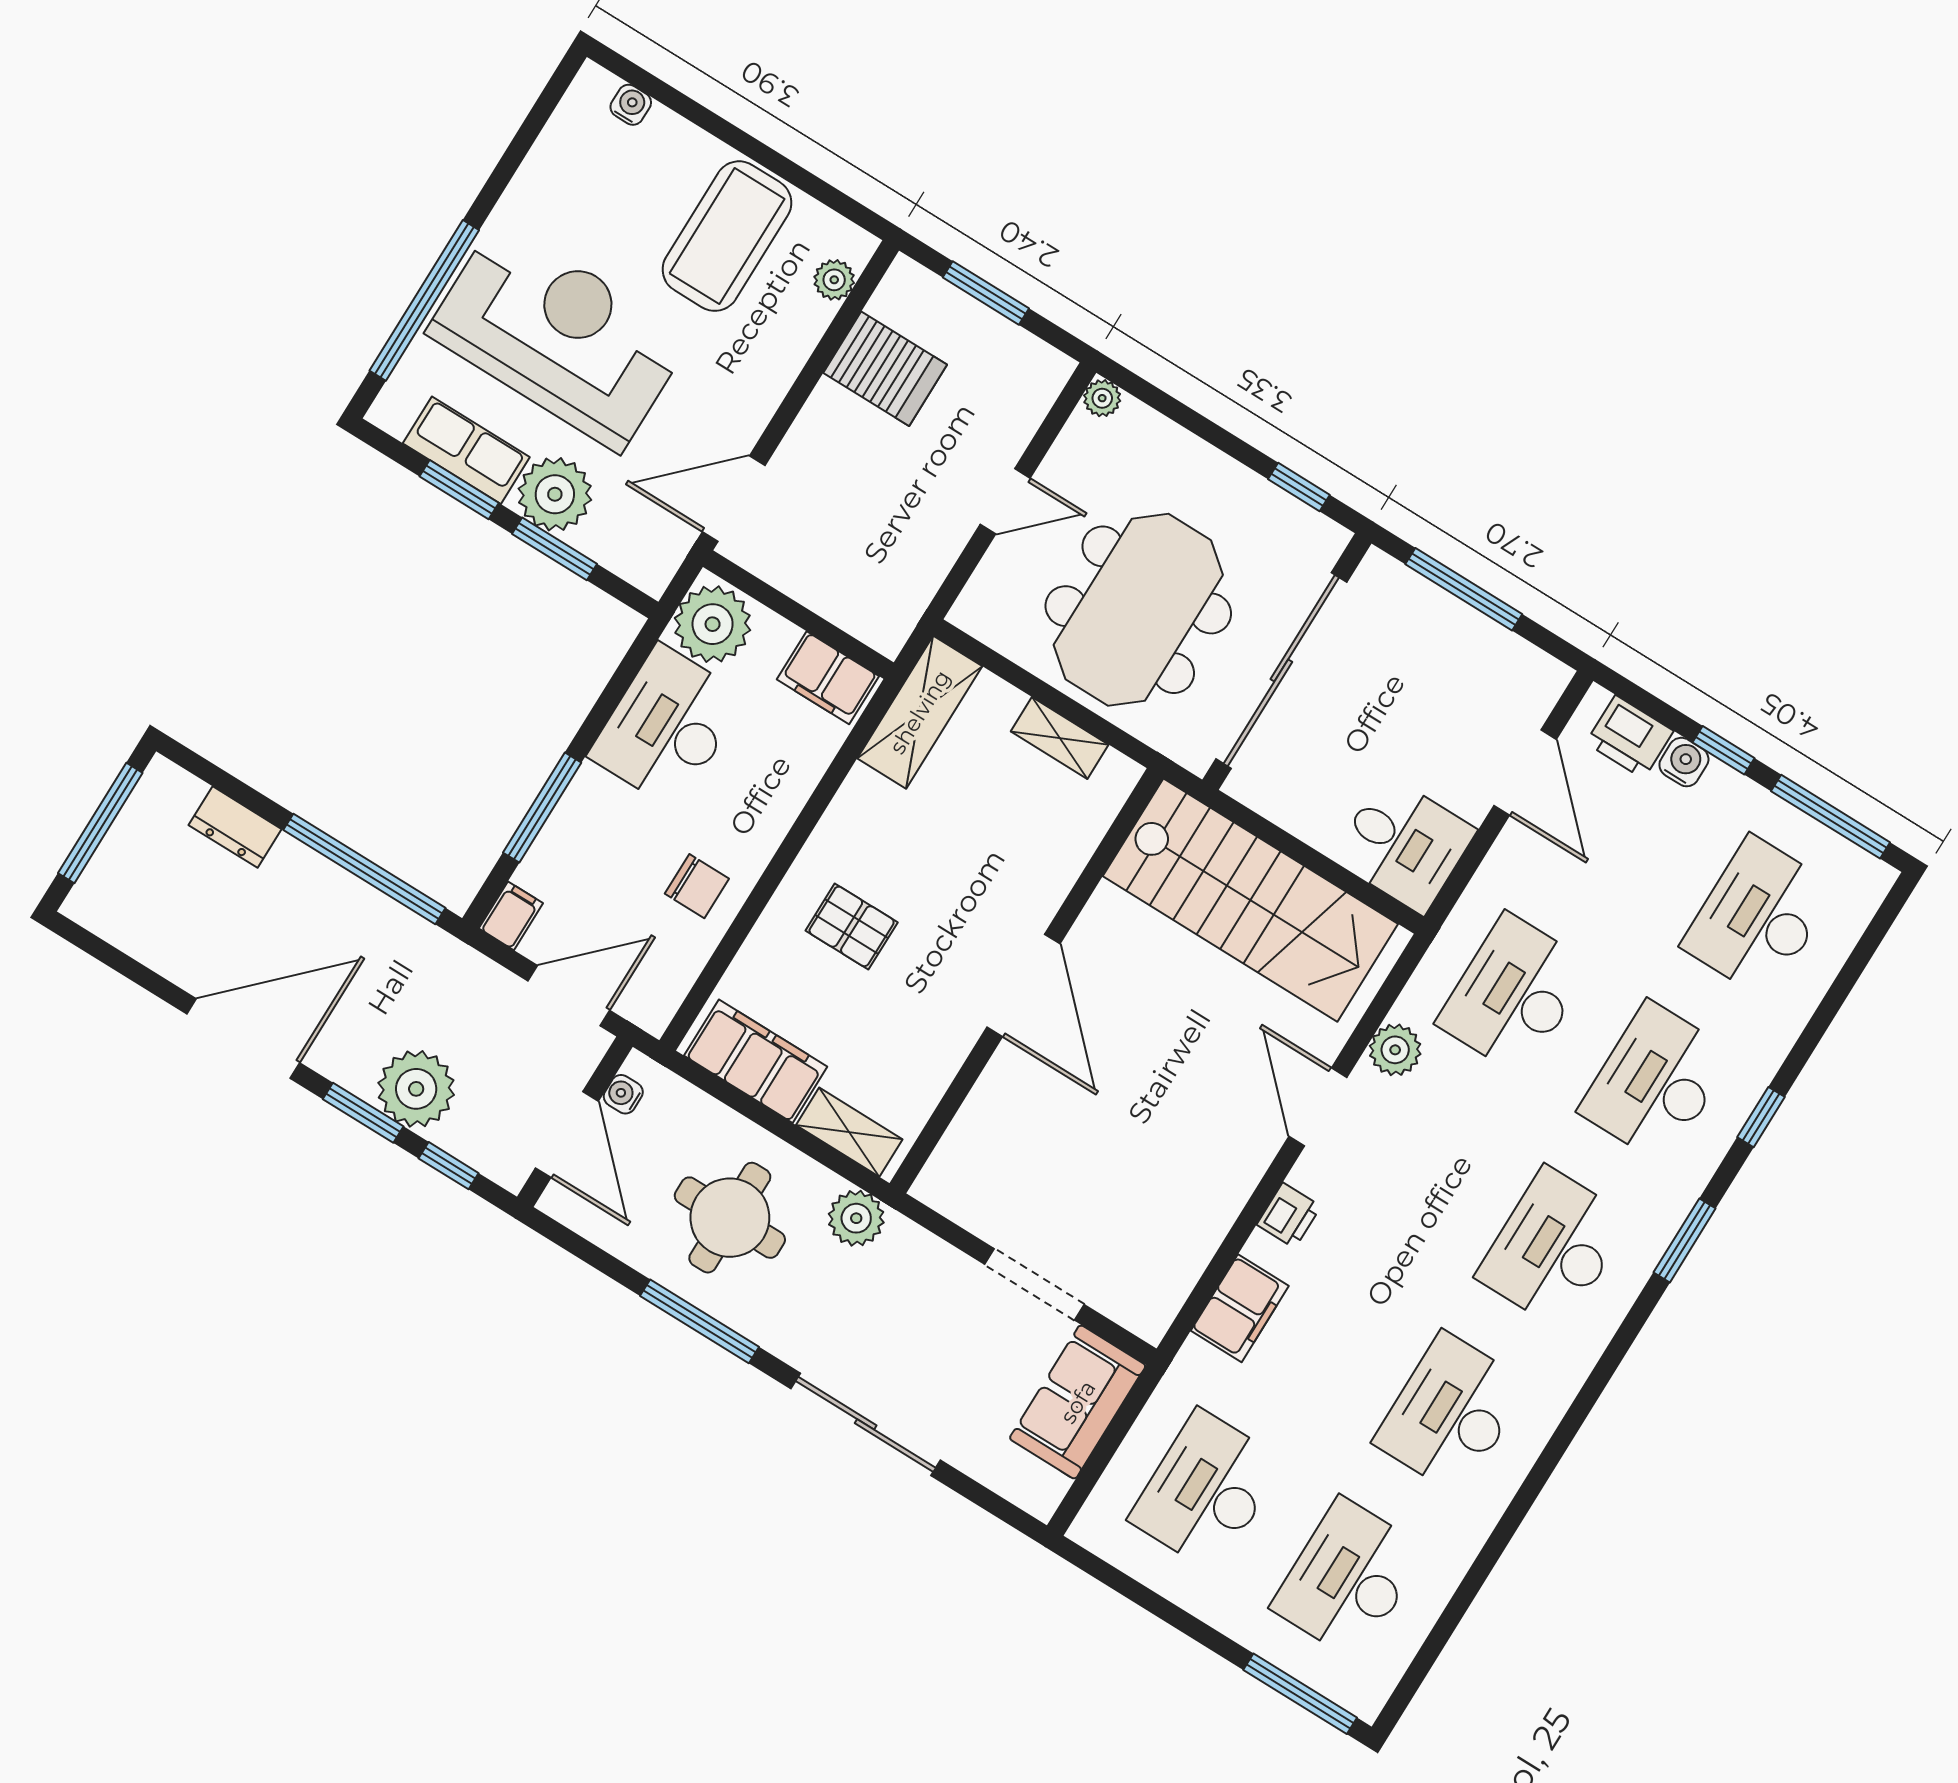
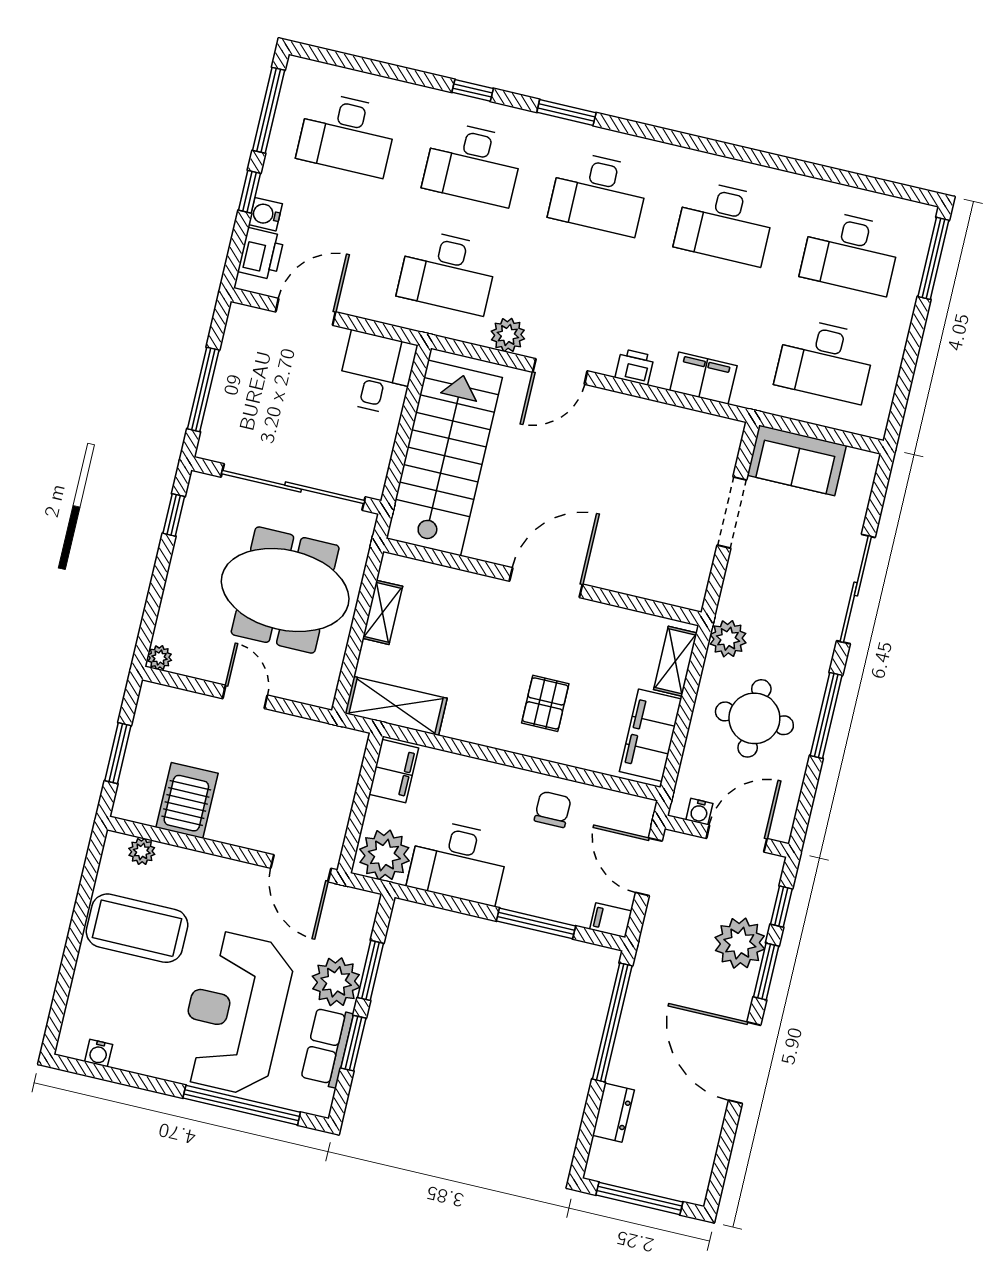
water cooler: (631, 105) -> (99, 1053), moved, turned -90

